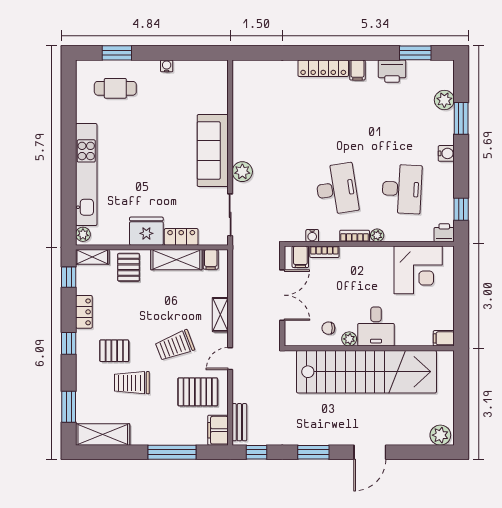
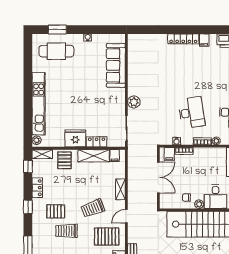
cafe table: (115, 88) -> (56, 51), width x1.37, depth x1.35
sofa: (213, 150) -> (116, 65), moved

